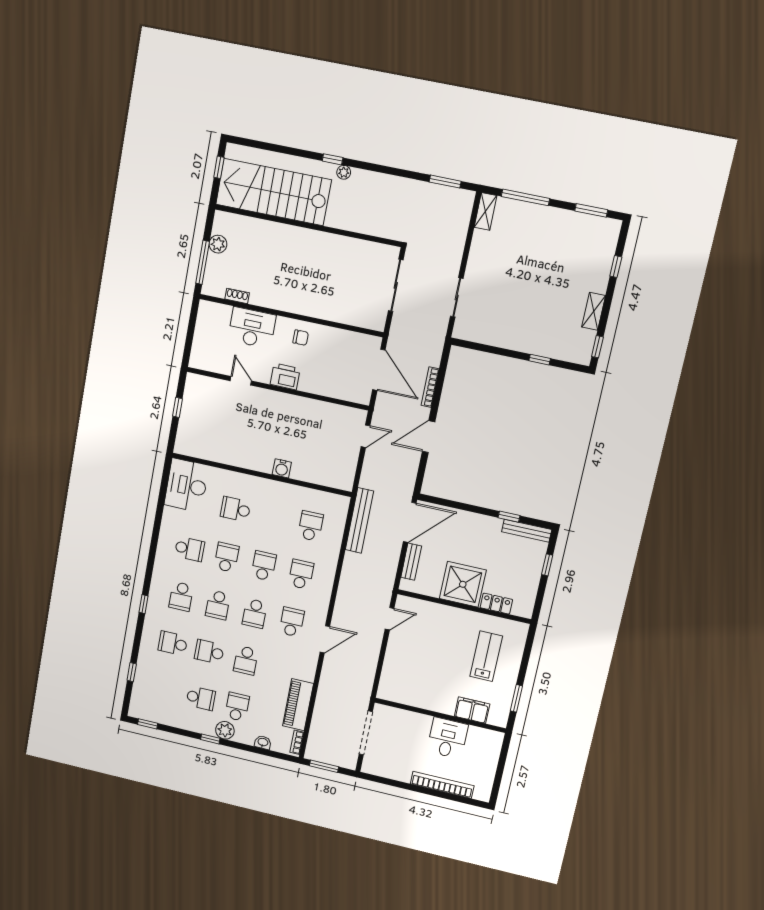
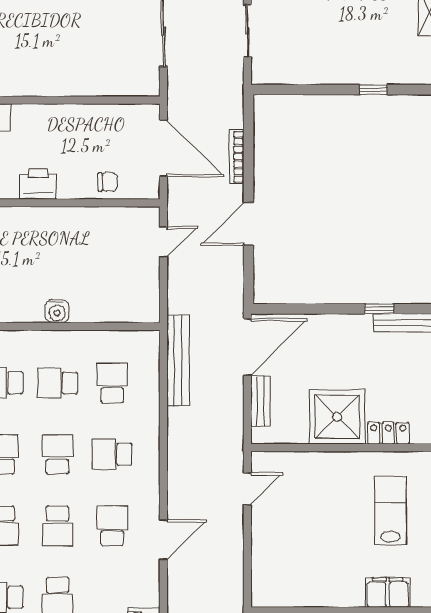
chair: (301, 338) -> (108, 182), moved
school desk: (273, 518) -> (58, 383), added
school desk: (301, 574) -> (112, 454), turned -90

